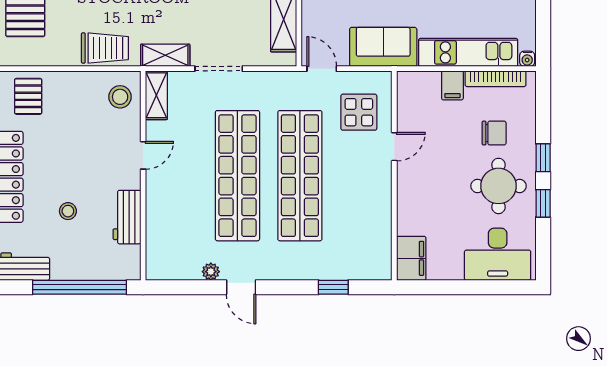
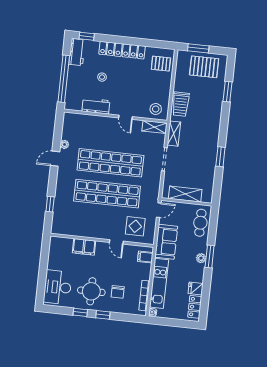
filing cabinet: (452, 85) -> (145, 257), moved
filing cabinet: (411, 258) -> (84, 247), moved

